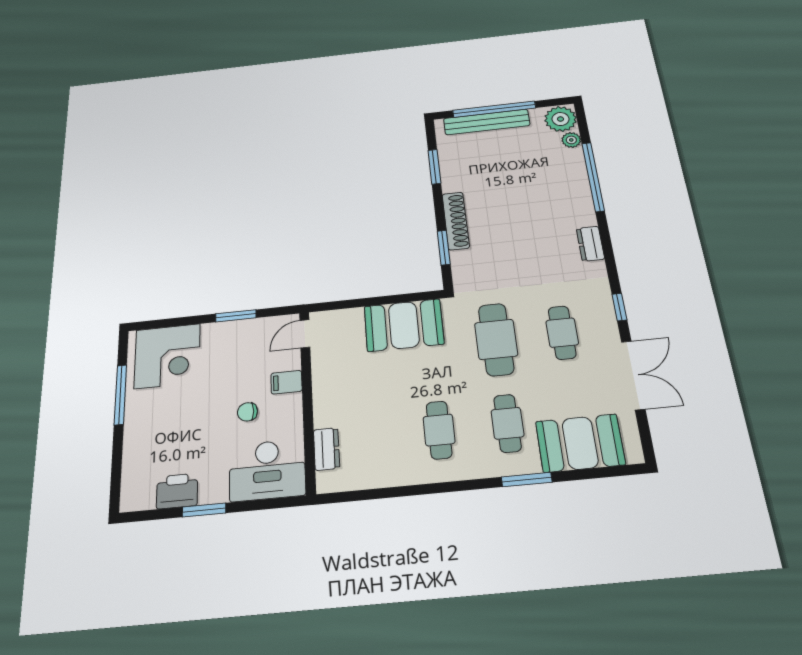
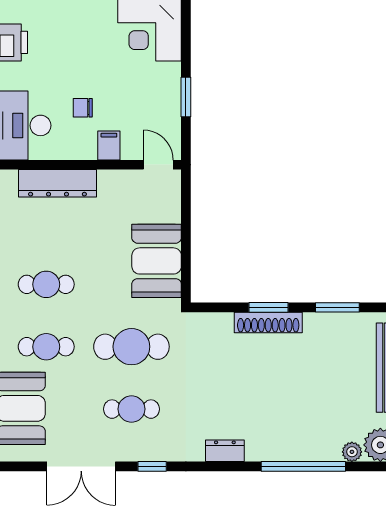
window: (444, 248) -> (269, 307), moved
chair: (247, 412) -> (83, 108), turned -90
dresser: (327, 449) -> (57, 183), width x1.96, depth x1.24

